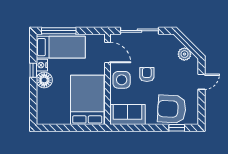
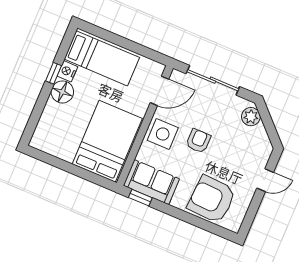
window: (59, 31) -> (108, 36), removed
door: (107, 52) -> (159, 91), hinge flipped
plant: (184, 54) -> (251, 117), moved
window: (177, 128) -> (140, 198), moved

